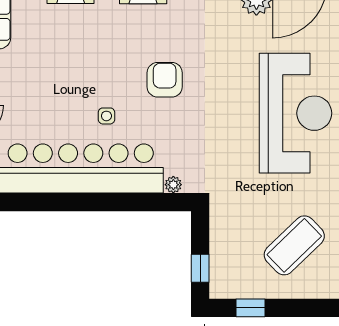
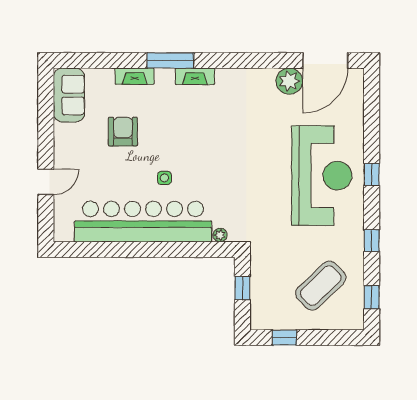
armchair: (165, 80) -> (123, 132), moved
window: (200, 268) -> (242, 288), moved

